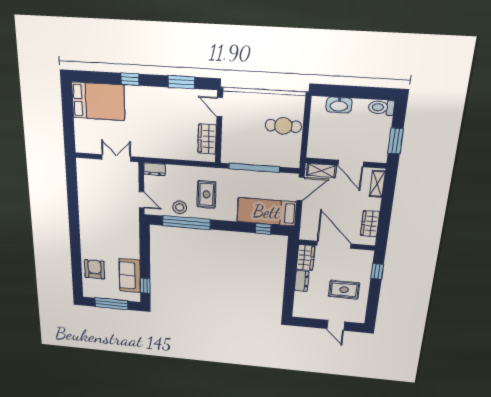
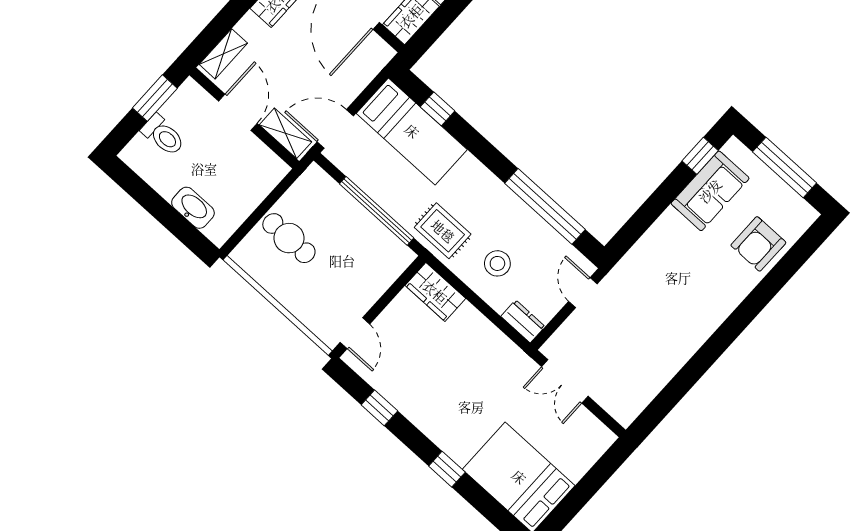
window: (181, 82) -> (379, 408), width x0.67
toilet: (381, 107) -> (163, 135), moved
wardrobe: (207, 139) -> (435, 292), moved, turned 90
rug: (206, 194) -> (443, 231), moved, turned 90
stool: (180, 207) -> (497, 263), moved

